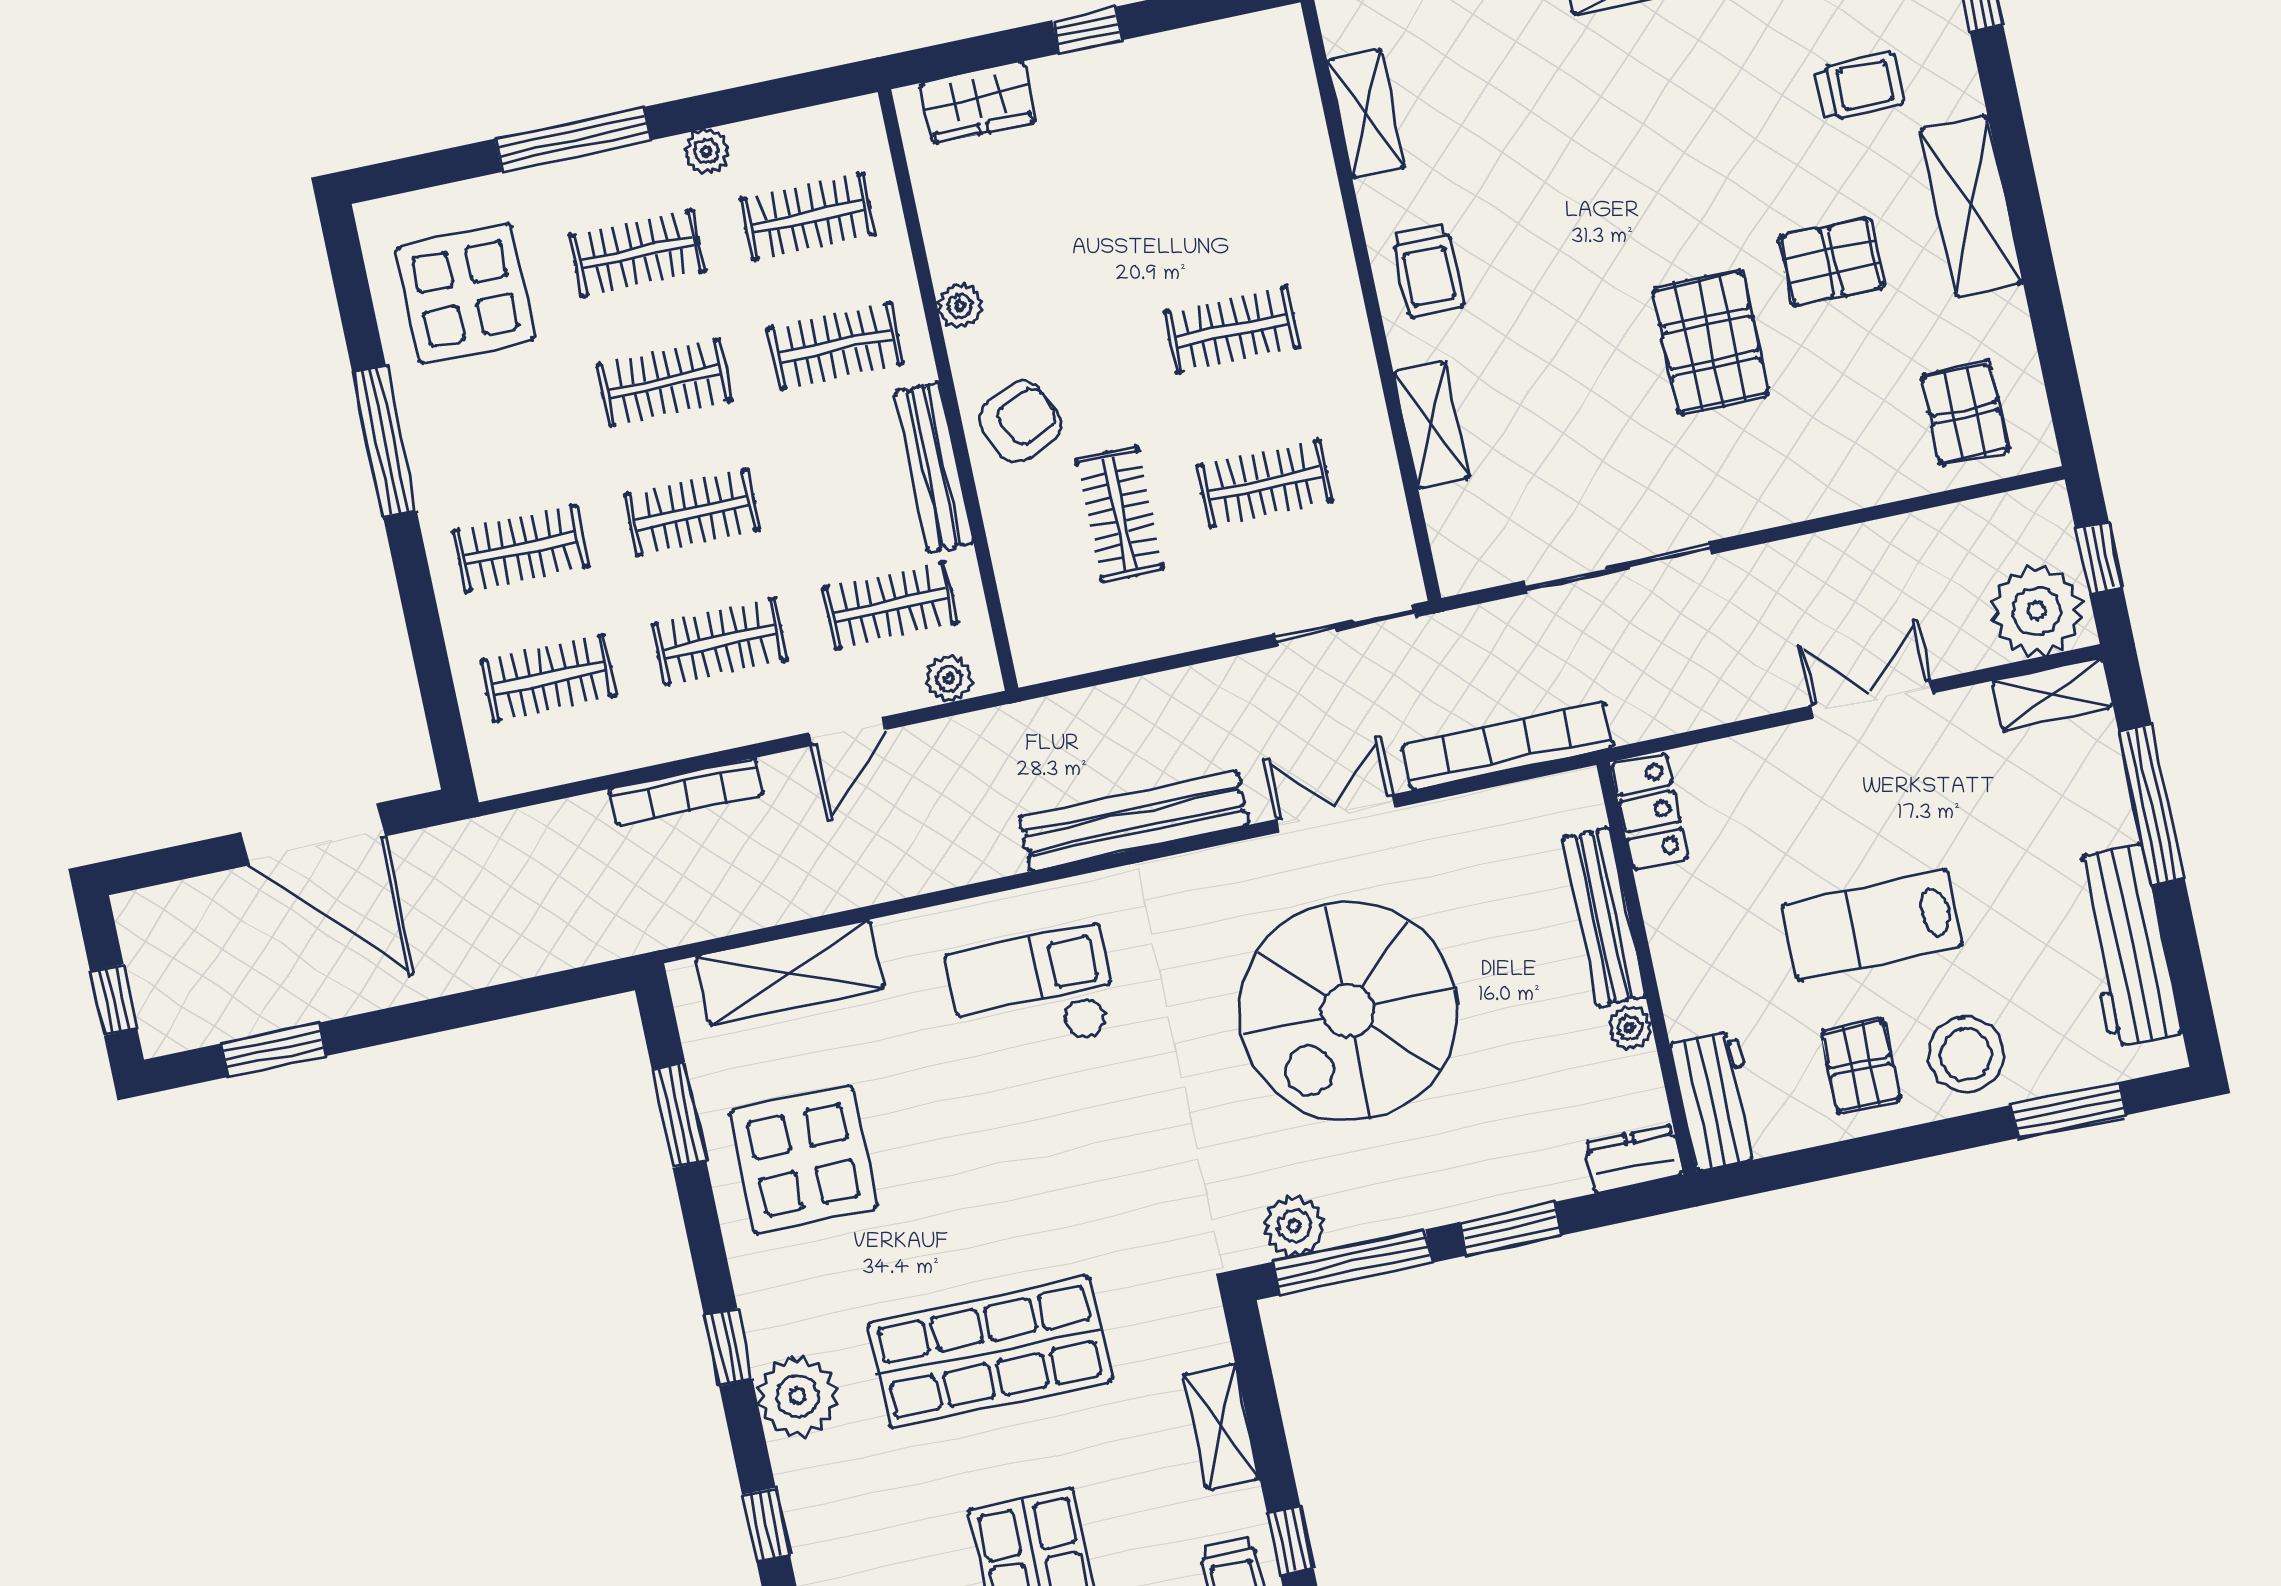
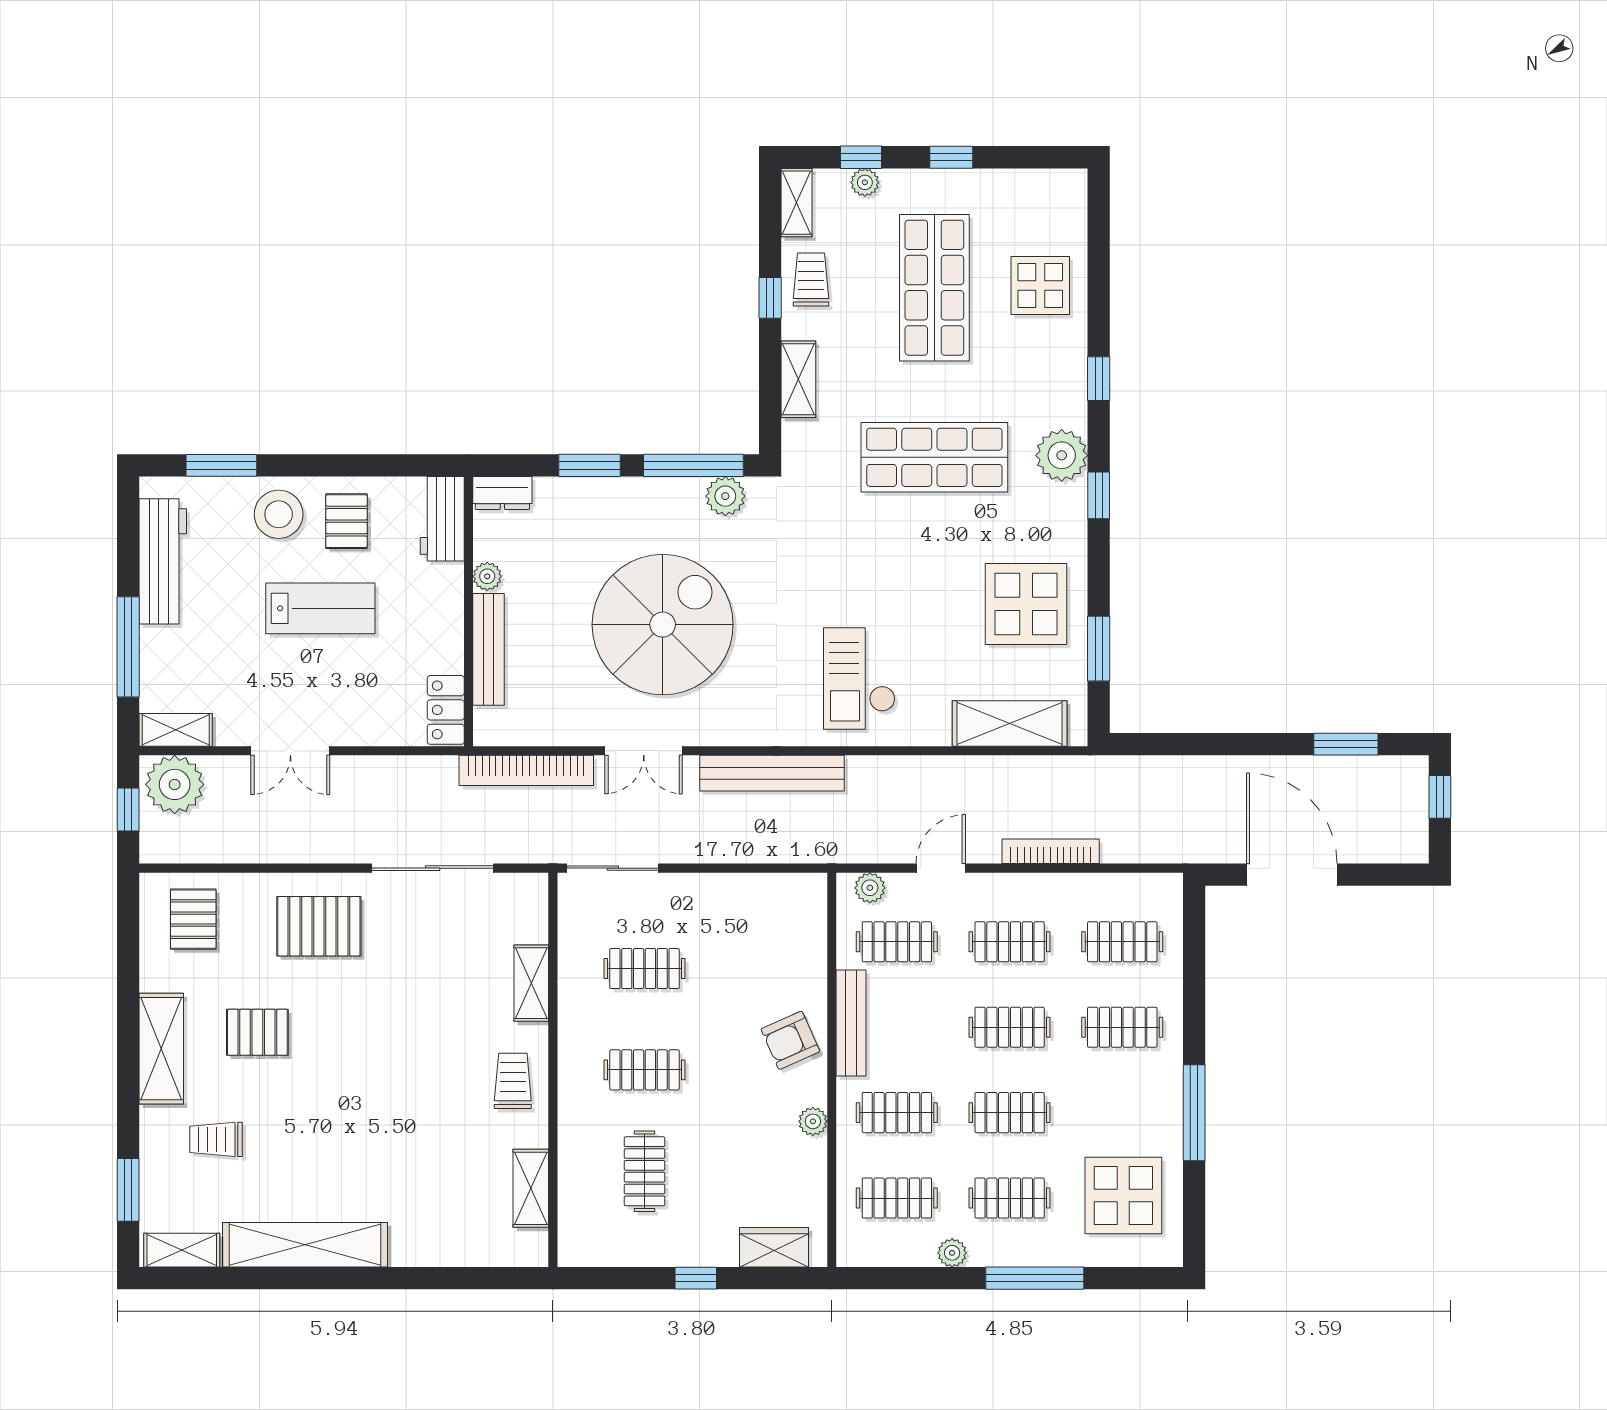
pallet: (1711, 342) -> (319, 926), moved, turned 90
clothes rail: (1120, 514) -> (644, 1171), moved
checkout: (1032, 993) -> (859, 678), turned 90

